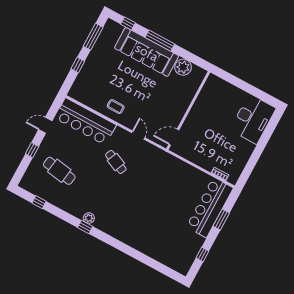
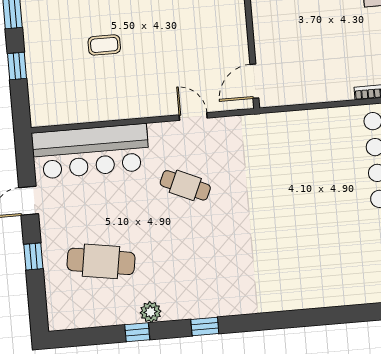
coffee table: (116, 107) -> (104, 45), moved
window: (39, 202) -> (137, 332), moved
plant: (89, 218) -> (151, 312), moved

